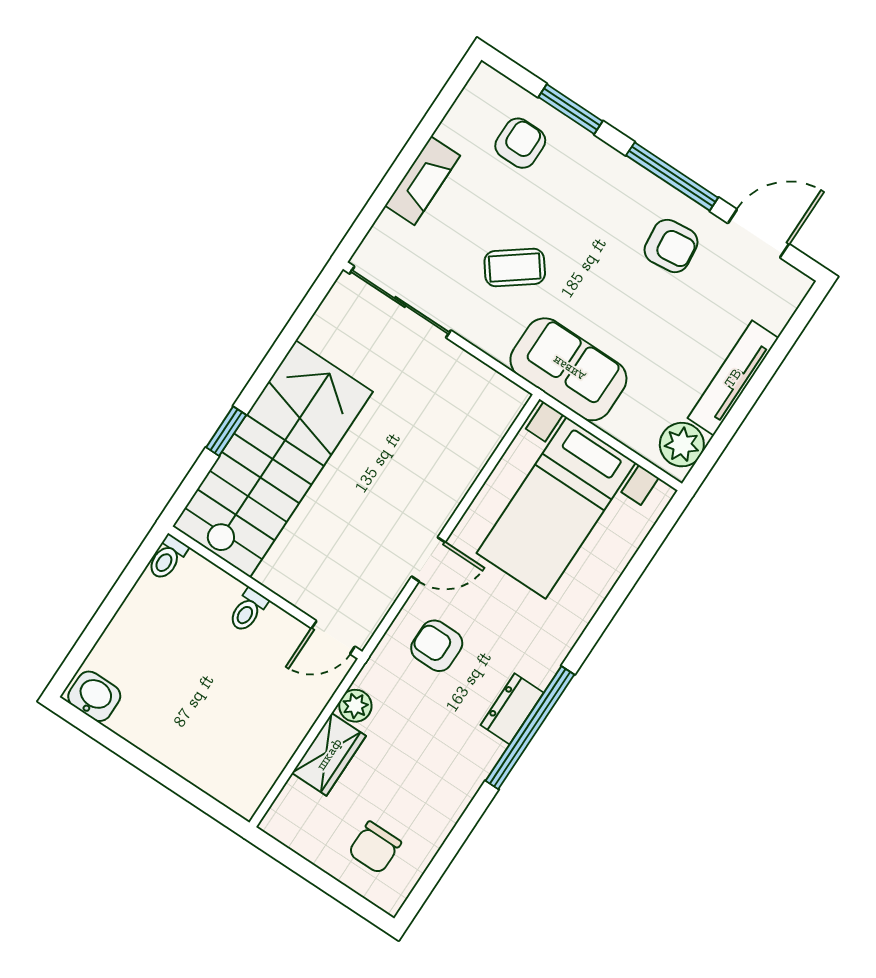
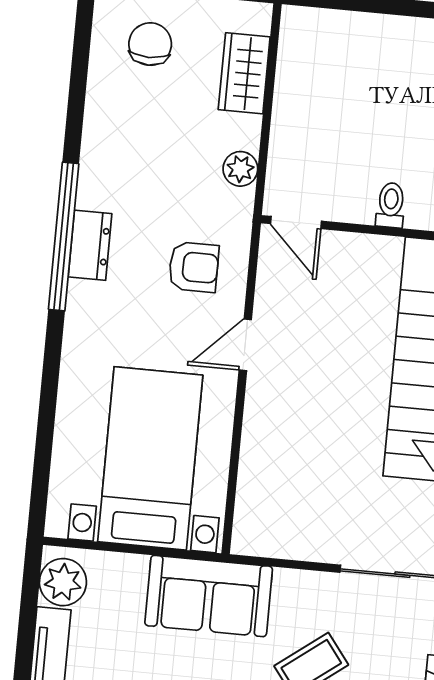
door: (333, 637) -> (296, 222), swing flipped
wardrobe: (329, 754) -> (244, 73), moved

